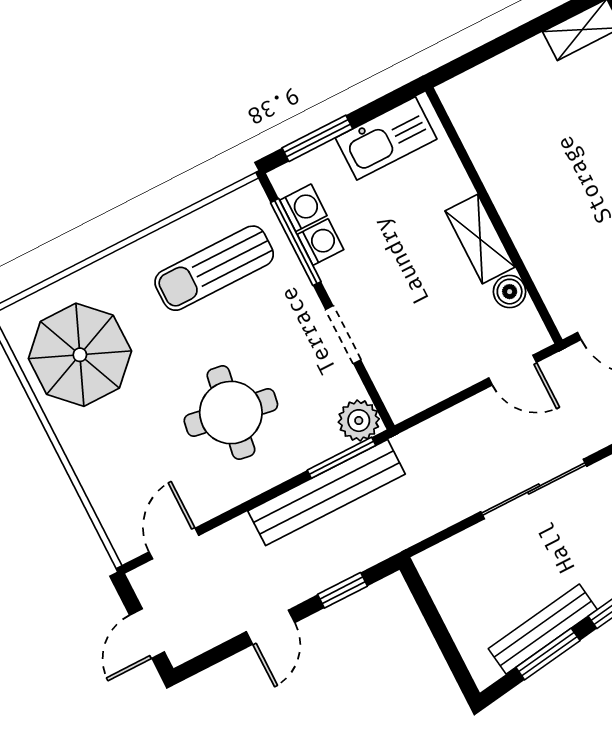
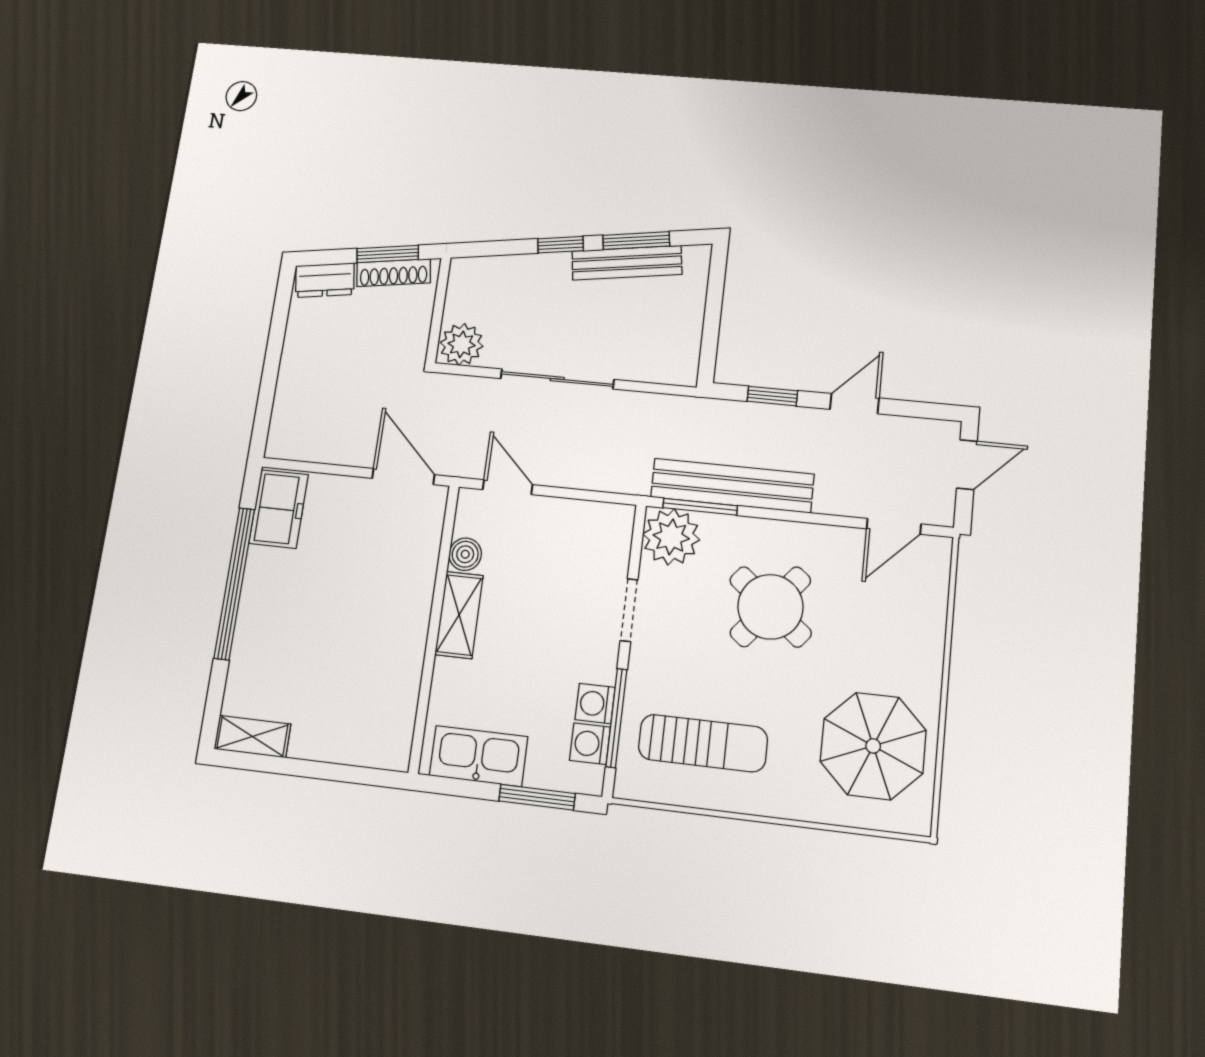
round table: (231, 413) -> (770, 607), turned 30
plant: (359, 421) -> (671, 537), width x1.36, depth x1.36

